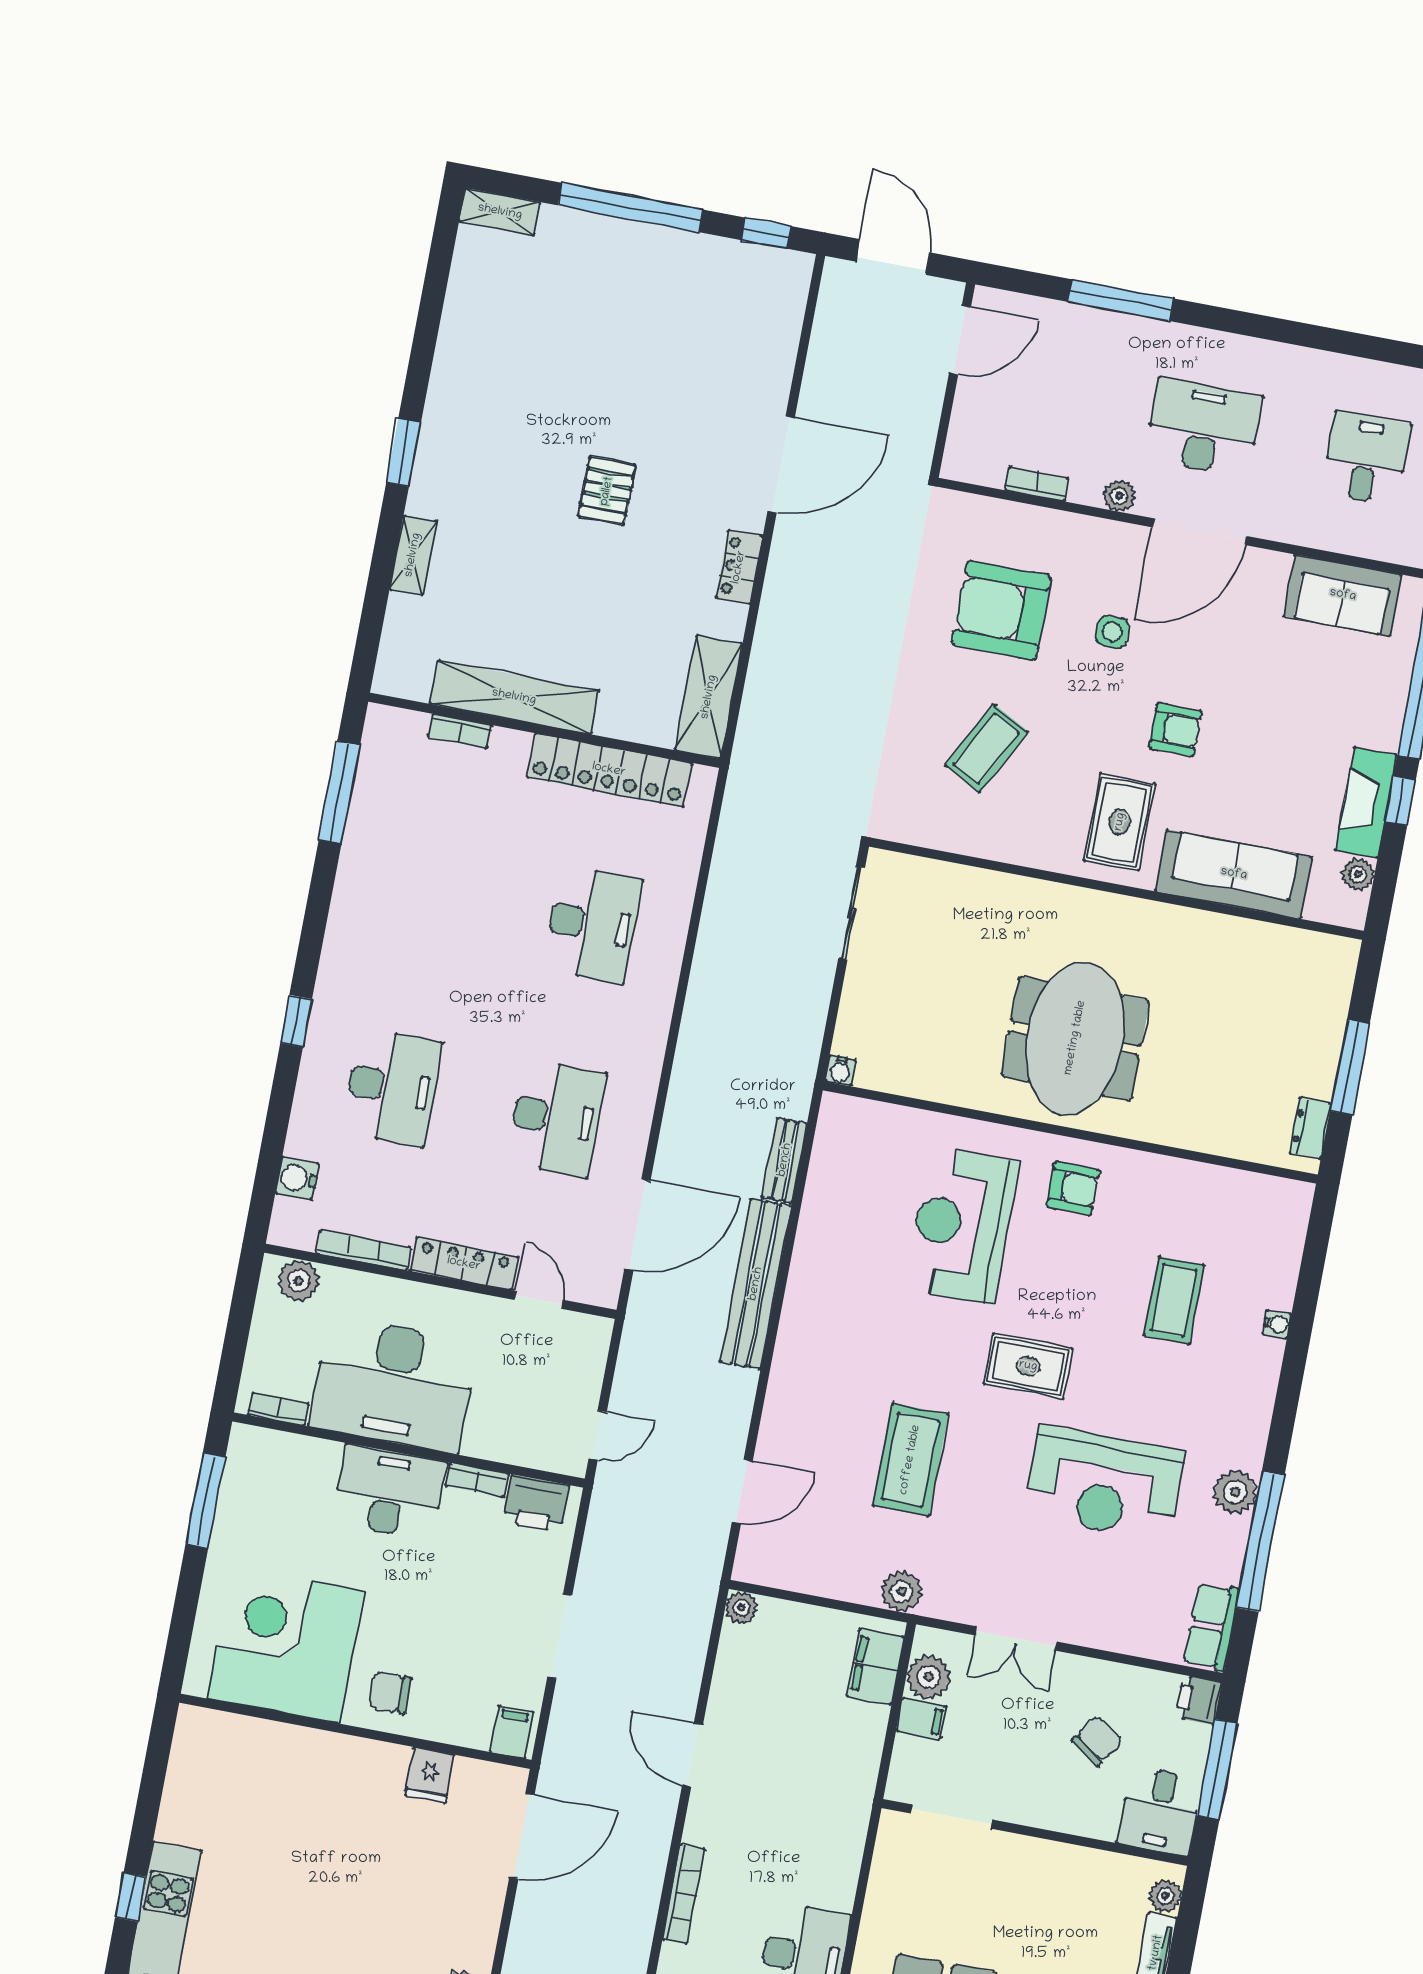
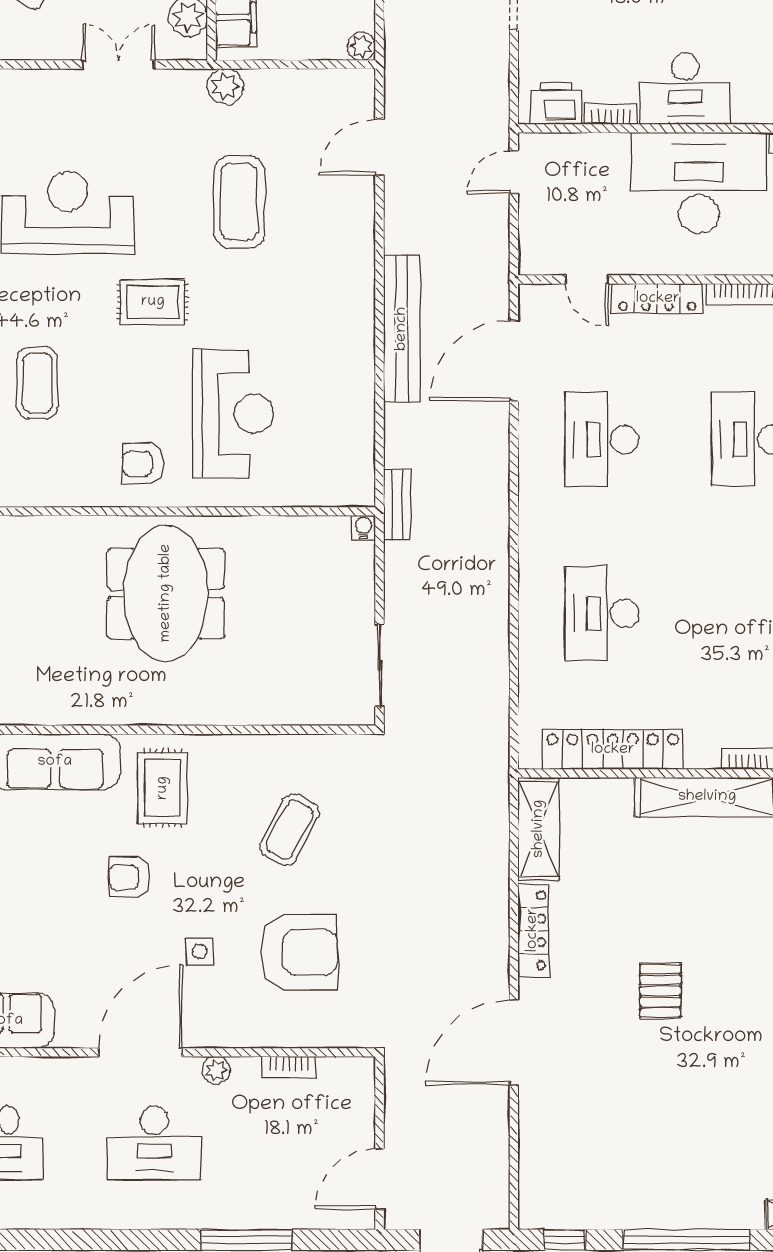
locker: (739, 567) -> (533, 930), width x1.53
bench: (785, 1160) -> (397, 505), moved

